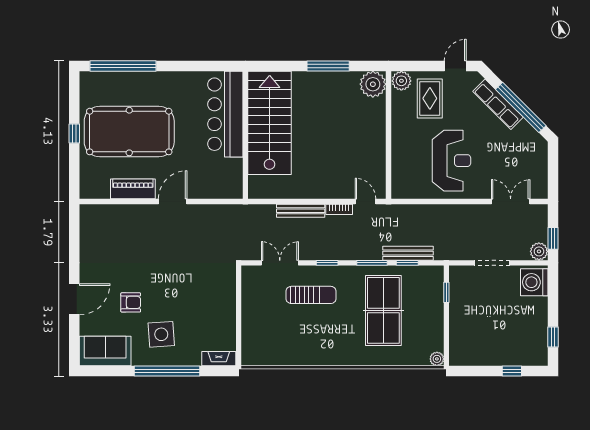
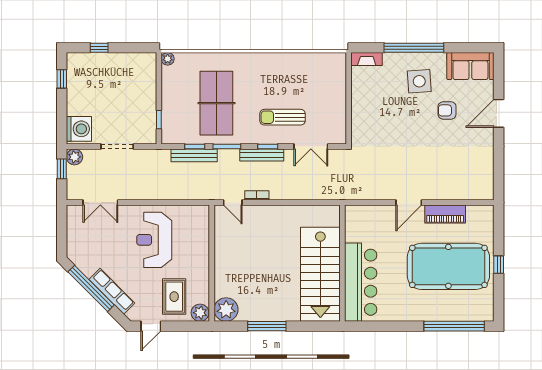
bench: (301, 211) -> (262, 155), moved

